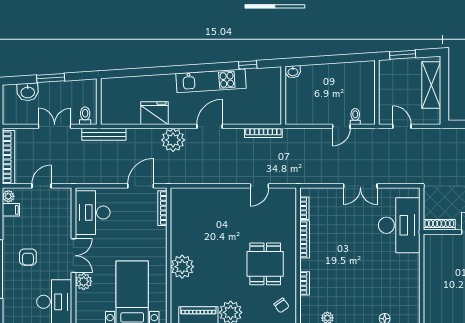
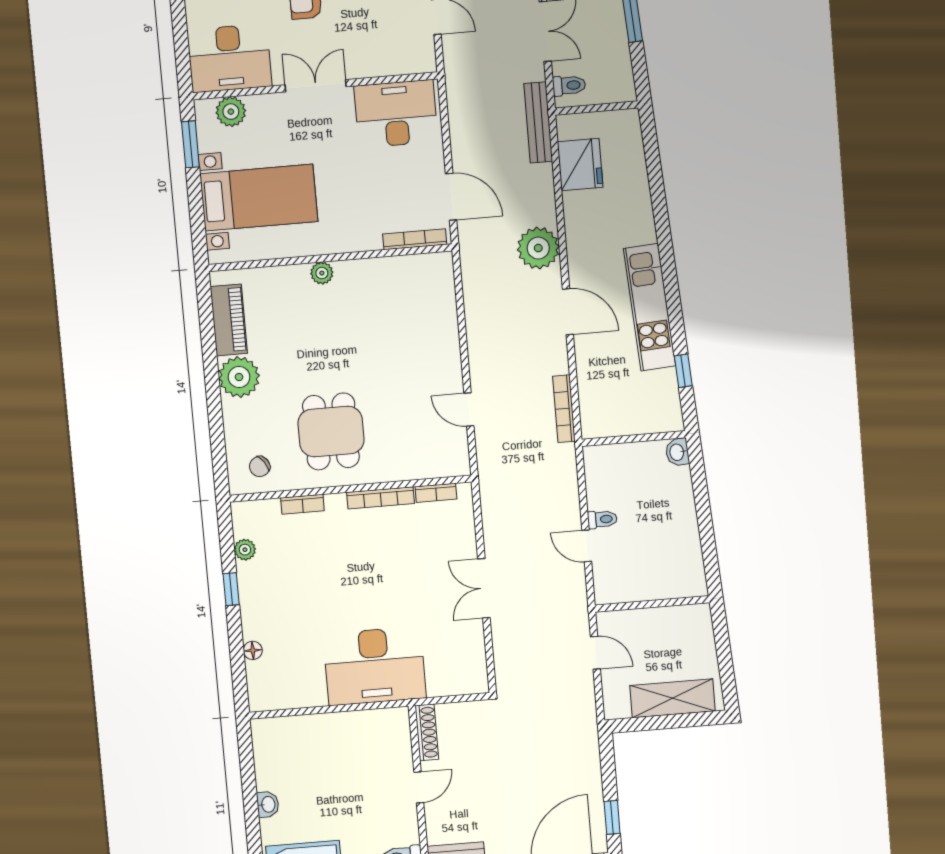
window: (403, 55) -> (722, 643), removed
fridge: (155, 113) -> (580, 165), moved
toilet: (355, 117) -> (602, 519), moved
door: (402, 126) -> (595, 653), hinge flipped
desk: (399, 225) -> (375, 666), moved
double door: (73, 256) -> (316, 86), swing flipped
dining table: (265, 264) -> (331, 431), turned 90
plant: (182, 267) -> (322, 273), width x0.53, depth x0.53
plant: (84, 281) -> (231, 112), moved

